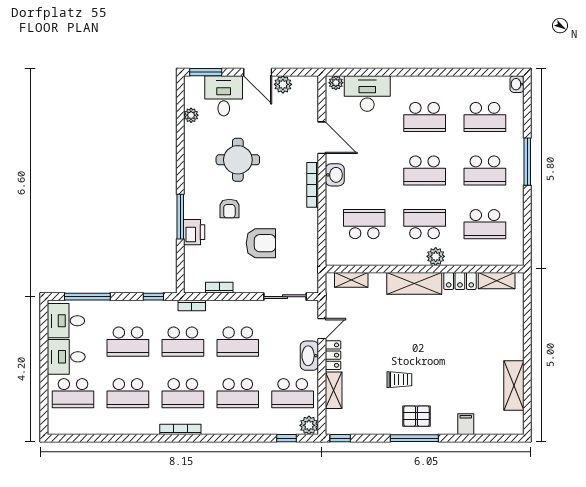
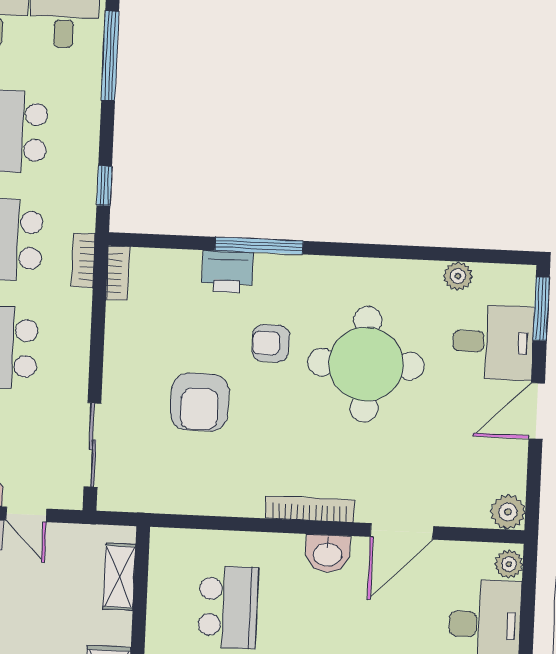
plant: (283, 84) -> (508, 512), moved
round table: (238, 160) -> (366, 364), width x1.36, depth x1.36
bookcase: (219, 288) -> (118, 273), moved

